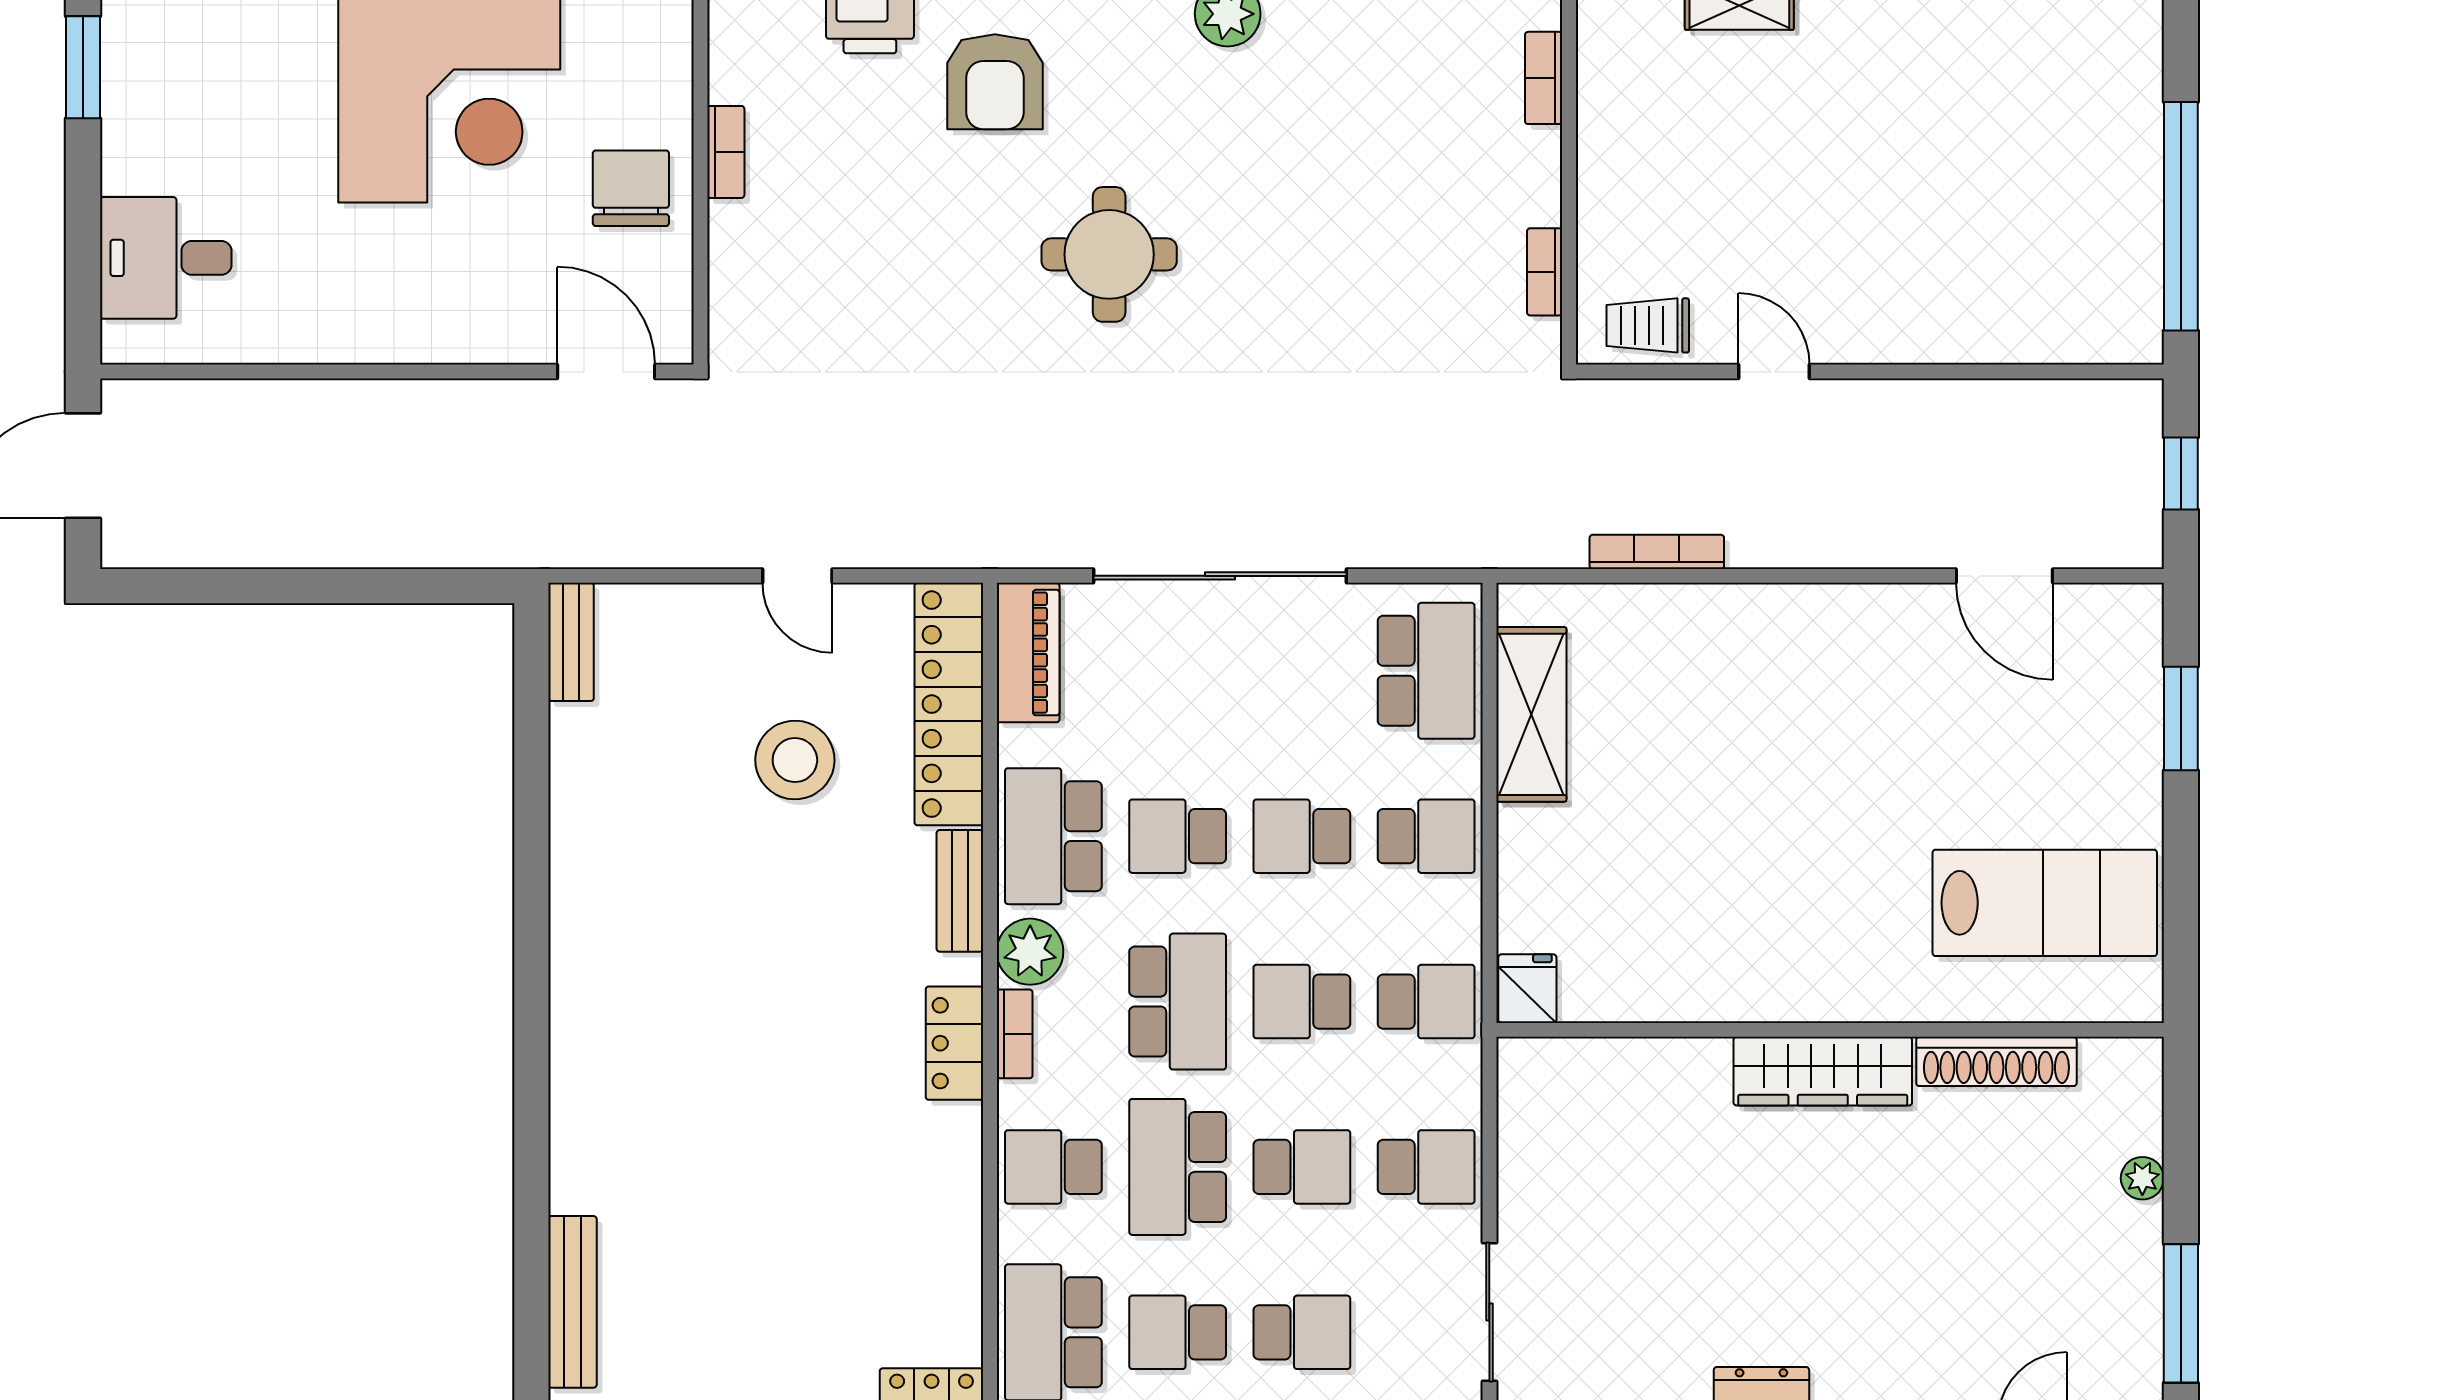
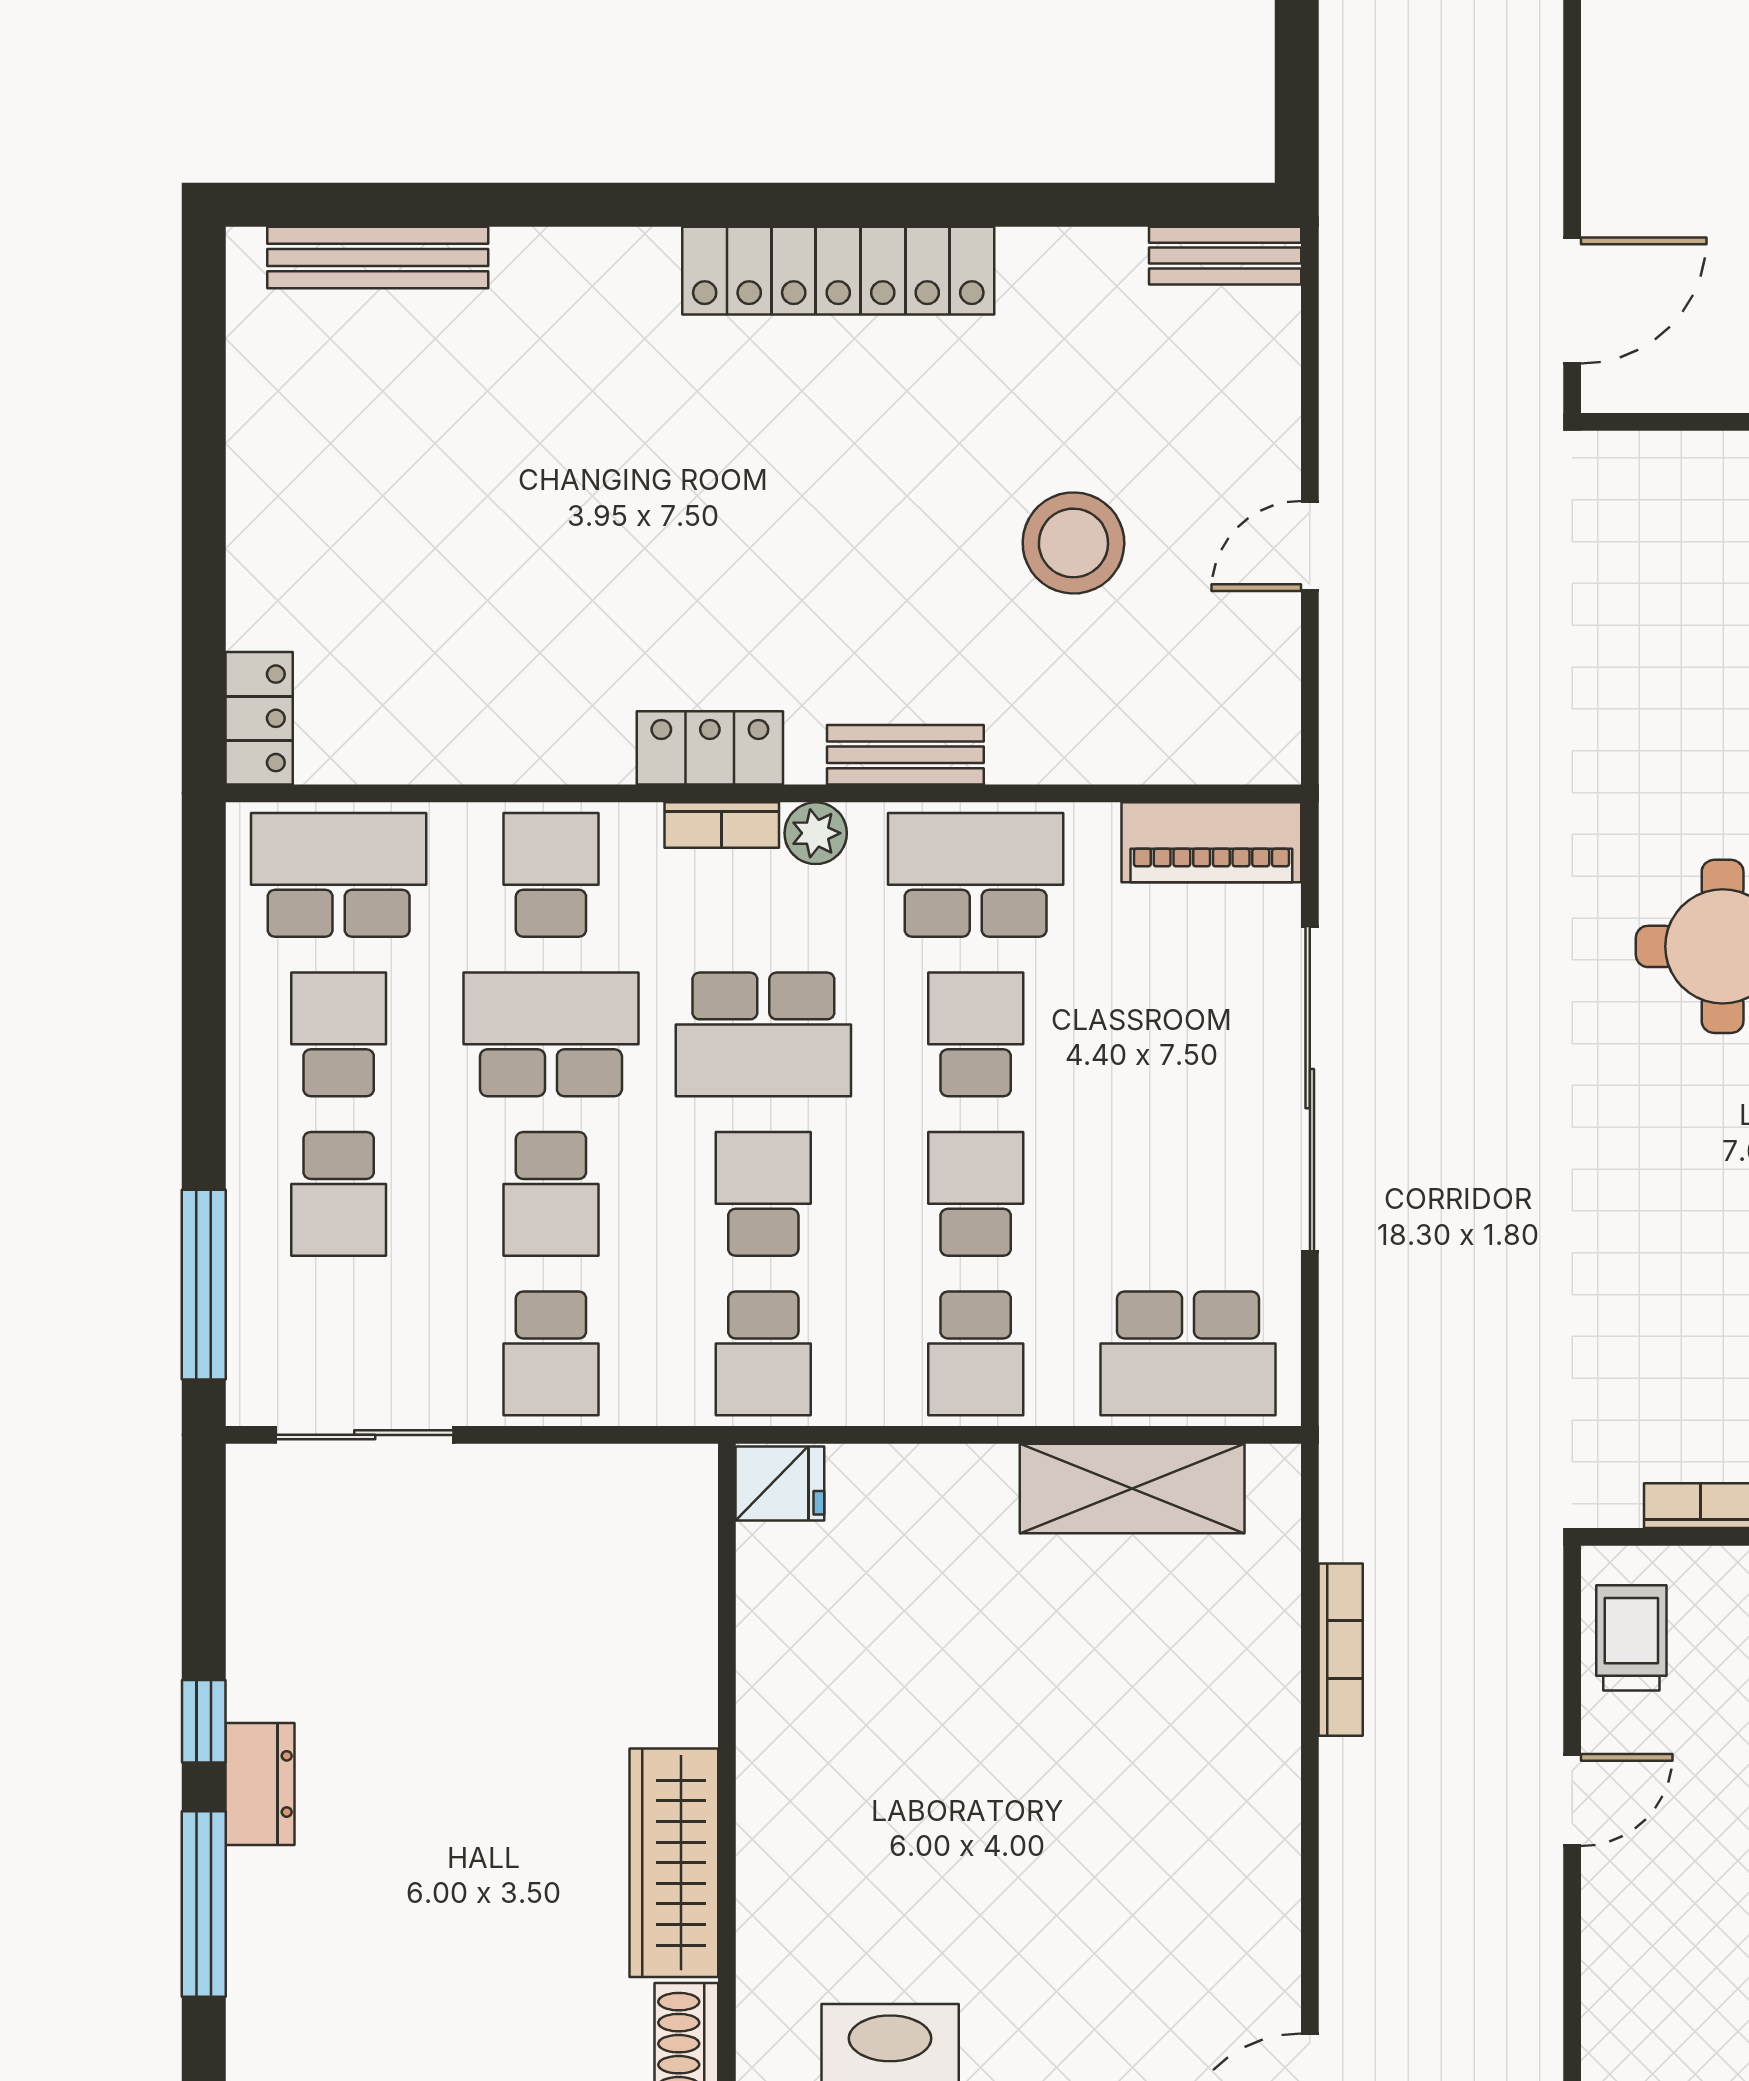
locker: (949, 704) -> (838, 271), moved, turned 180
plant: (1030, 952) -> (816, 833), width x0.73, depth x0.73

